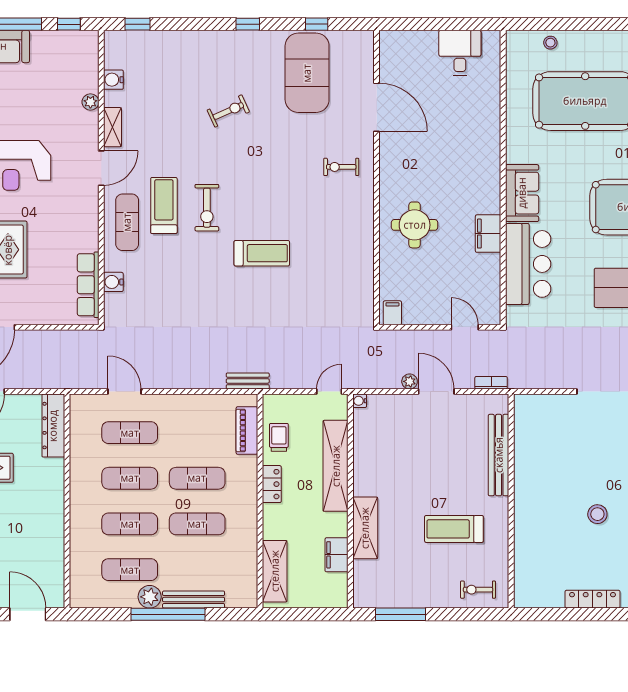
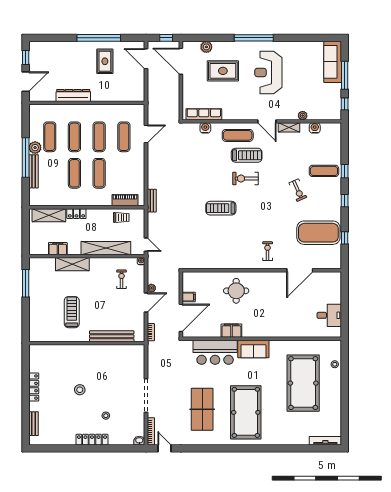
window: (138, 24) -> (345, 171), moved
exercise mat: (193, 63) -> (324, 171), added
treadmill: (262, 253) -> (221, 208), turned 90
filing cabinet: (392, 313) -> (189, 297), moved
door: (465, 327) -> (181, 318), width x1.87
dresser: (53, 426) -> (73, 95), moved
locker: (272, 484) -> (76, 214), moved
exercise bike: (478, 590) -> (121, 279), moved

